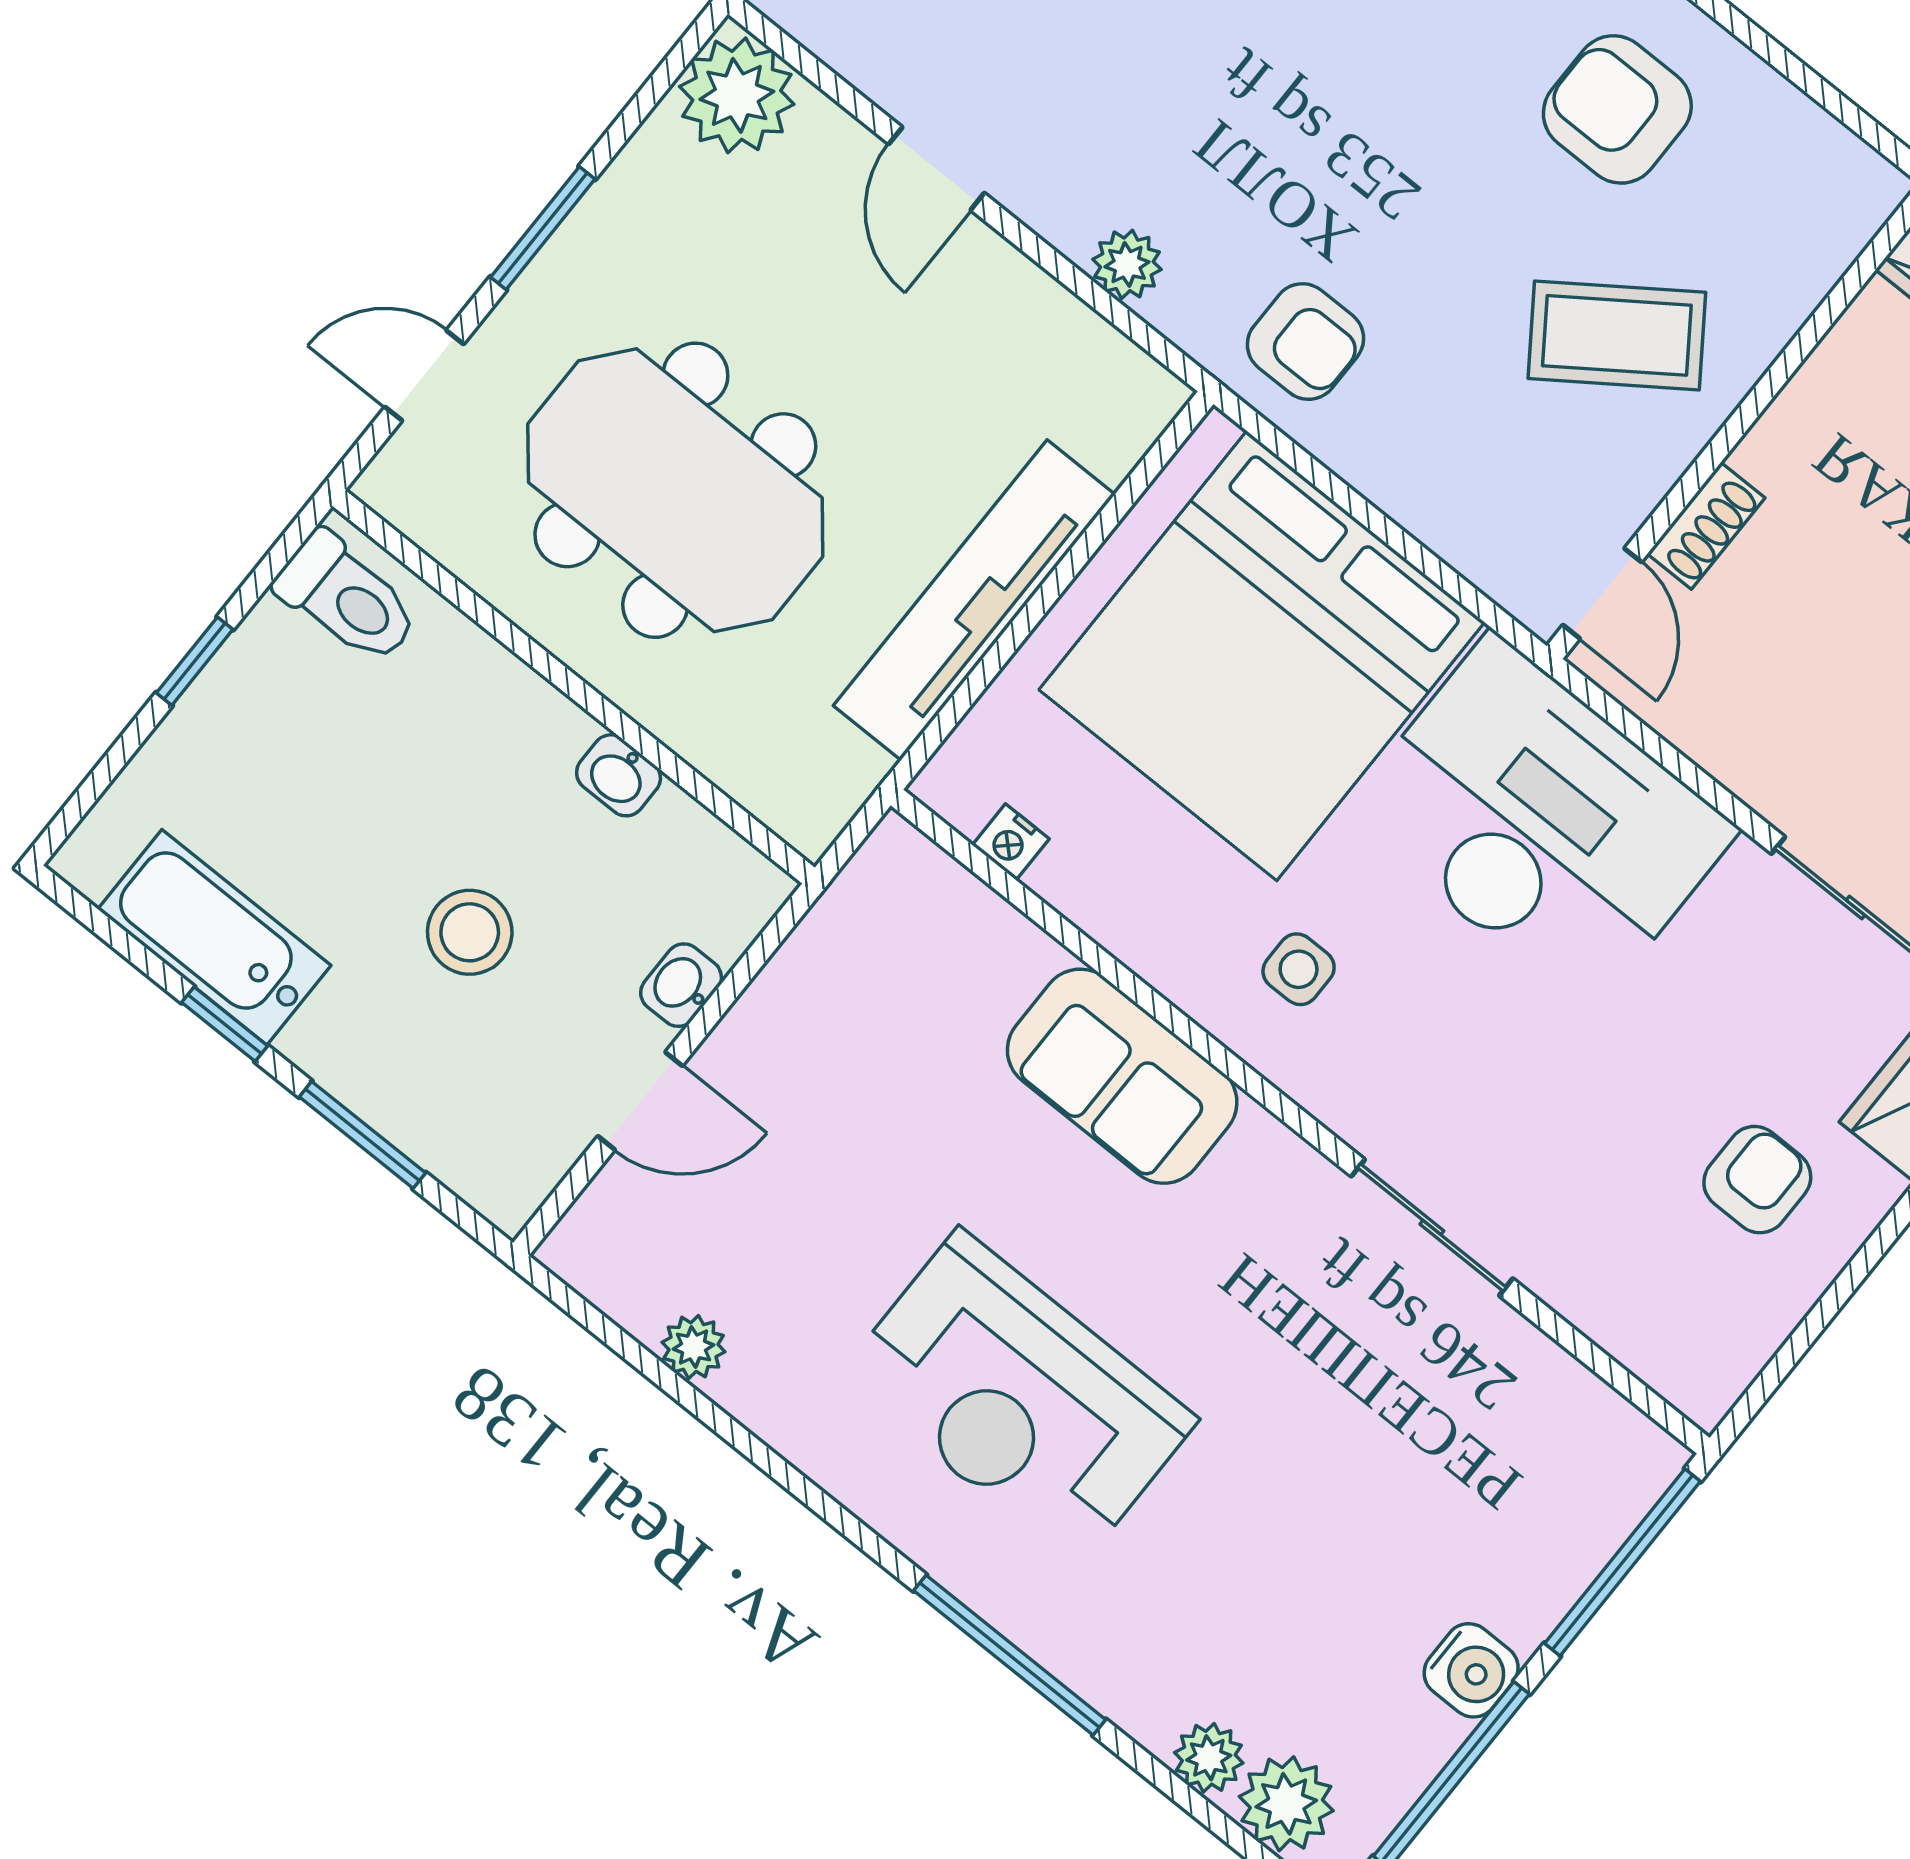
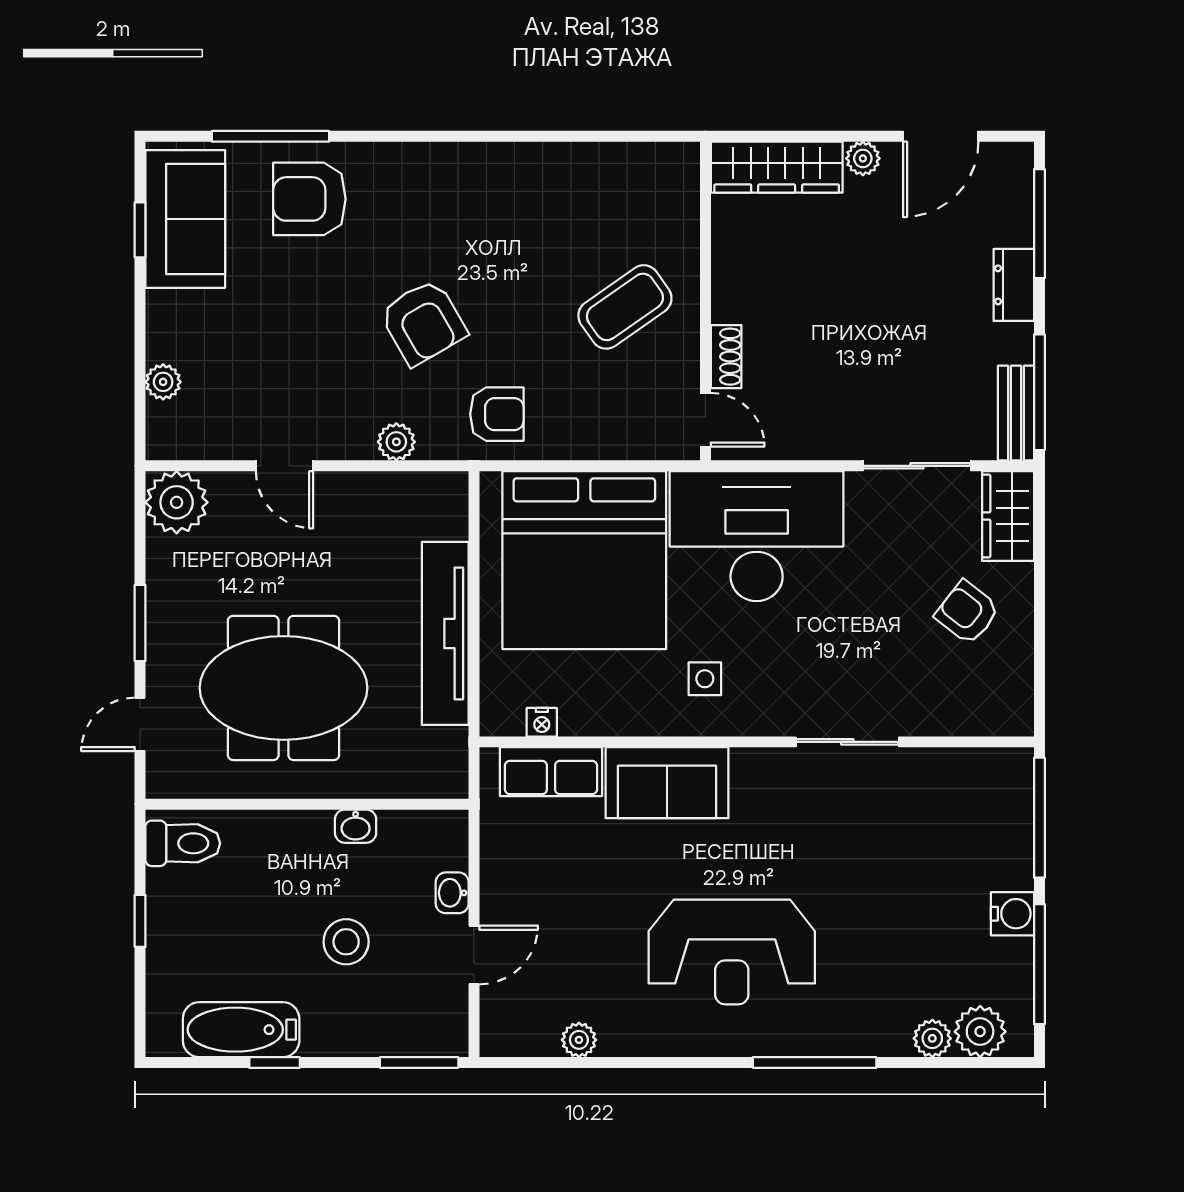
armchair: (1617, 109) -> (423, 322), moved, turned -120
row of seats: (966, 924) -> (551, 772), added
window: (362, 1135) -> (419, 1062), moved
armchair: (1757, 1180) -> (967, 612), turned -52

